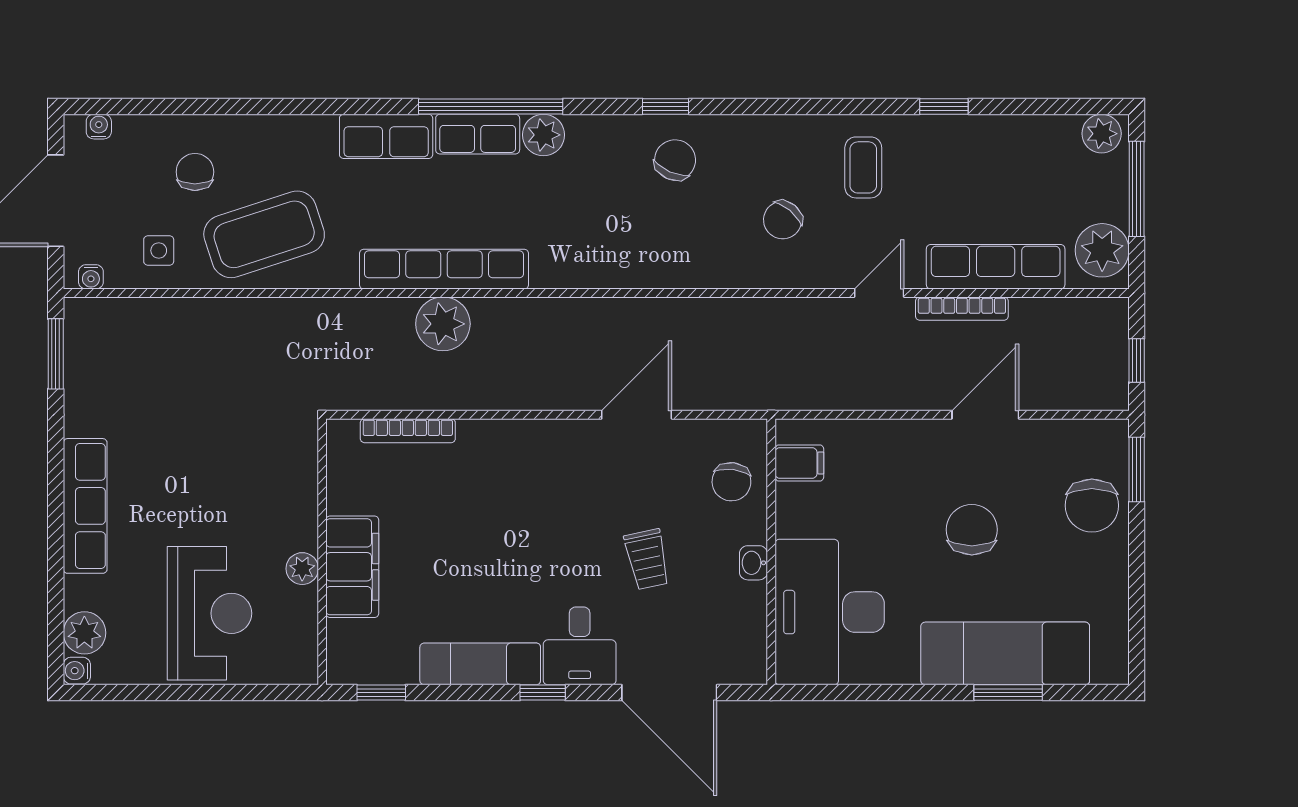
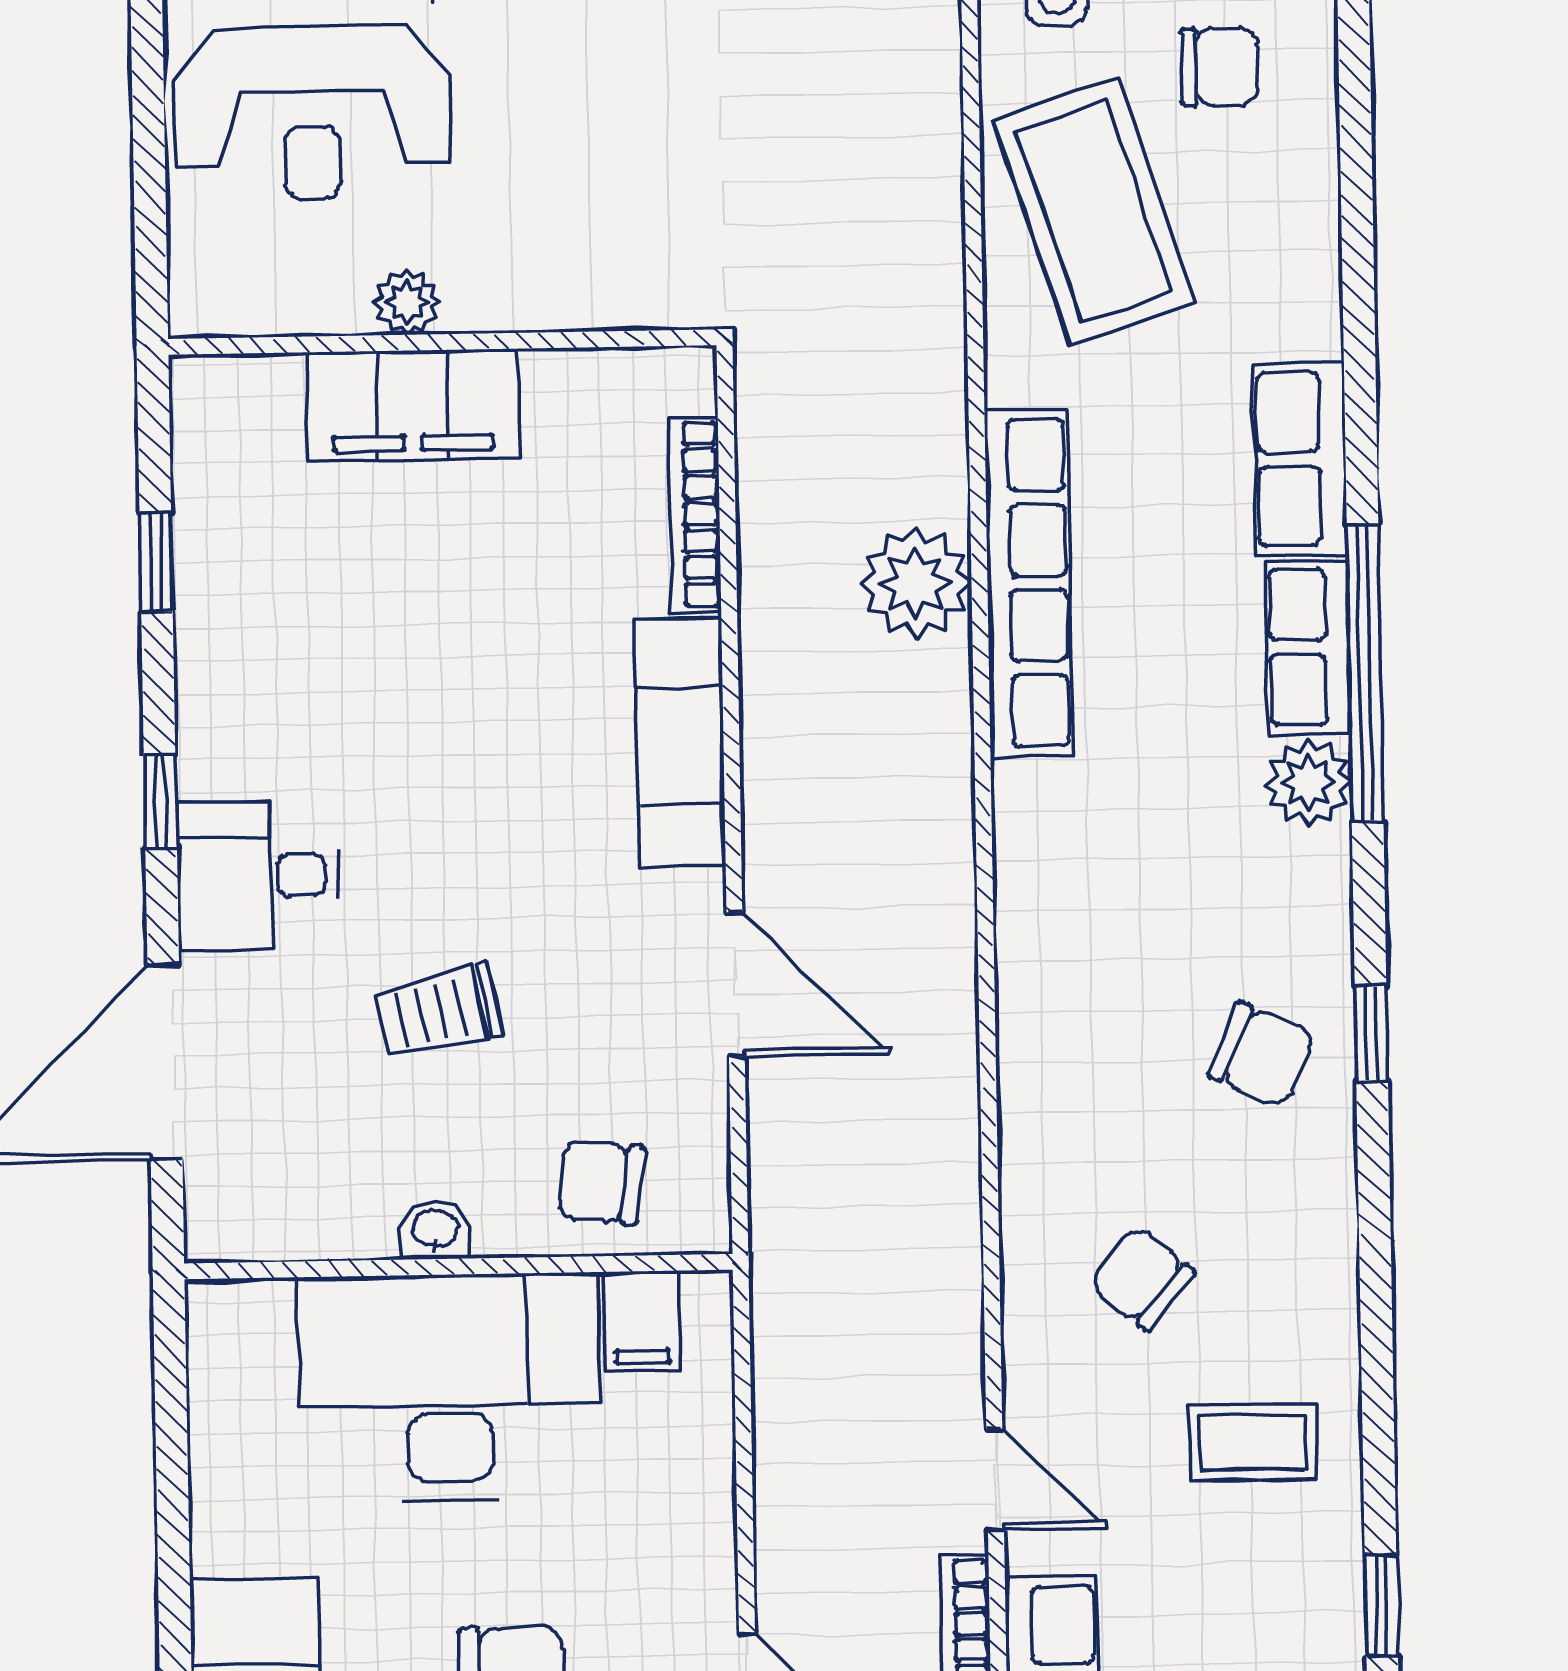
desk: (830, 612) -> (449, 1387), moved
exam couch: (480, 664) -> (680, 742), moved, turned 180
window: (381, 693) -> (156, 562), moved

